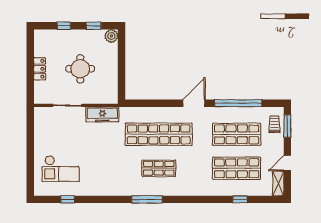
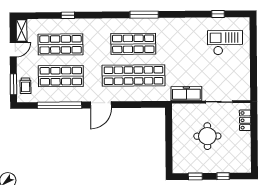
plant: (111, 36) -> (179, 167), removed
locker: (40, 69) -> (245, 120), moved
shop shelf: (159, 168) -> (133, 44), width x1.43, depth x1.36
window: (240, 199) -> (68, 15), moved

